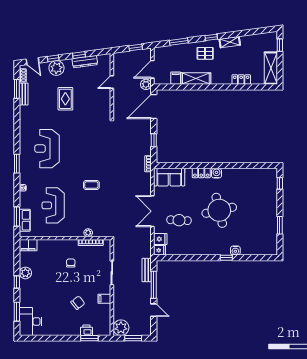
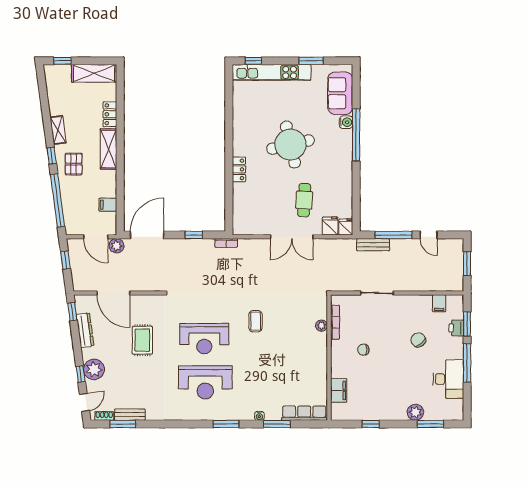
window: (179, 42) -> (58, 200), width x2.11
window: (79, 55) -> (72, 312), moved
shelving: (196, 79) -> (108, 149), moved
door: (112, 82) -> (113, 293), width x1.87
rug: (65, 99) -> (142, 340), moved, turned 90
door: (154, 106) -> (147, 235), swing flipped
water cooler: (217, 173) -> (239, 148), removed
sofa: (169, 177) -> (340, 93), moved, turned 180
kitchen unit: (271, 197) -> (272, 72), added
reception desk: (53, 205) -> (204, 339), moved
window: (17, 217) -> (277, 424), moved
row of seats: (25, 220) -> (304, 413), width x1.48
filing cabinet: (28, 245) -> (339, 390), moved
window: (226, 258) -> (356, 135), width x3.17
plant: (25, 273) -> (415, 412), moved
window: (17, 282) -> (371, 424), moved
filing cabinet: (104, 299) -> (439, 303), moved
door: (154, 310) -> (429, 235), swing flipped
desk: (31, 321) -> (448, 379), moved, turned -90
plant: (121, 328) -> (453, 280), removed
window: (61, 338) -> (467, 363), added

